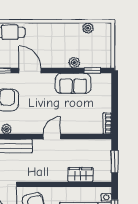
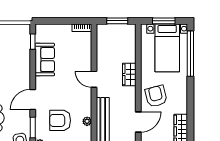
plant: (74, 62) -> (25, 58), removed
wardrobe: (80, 175) -> (129, 74), moved

